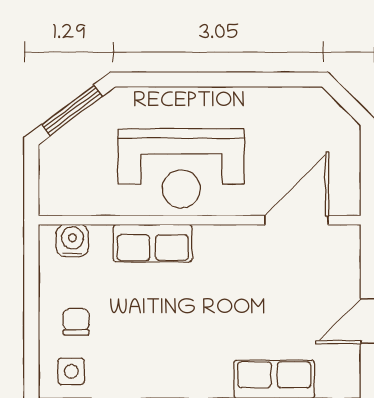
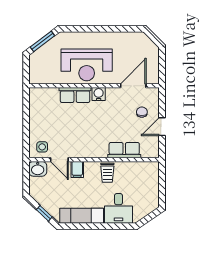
water cooler: (72, 240) -> (99, 94), moved
chair: (76, 322) -> (142, 112), moved

